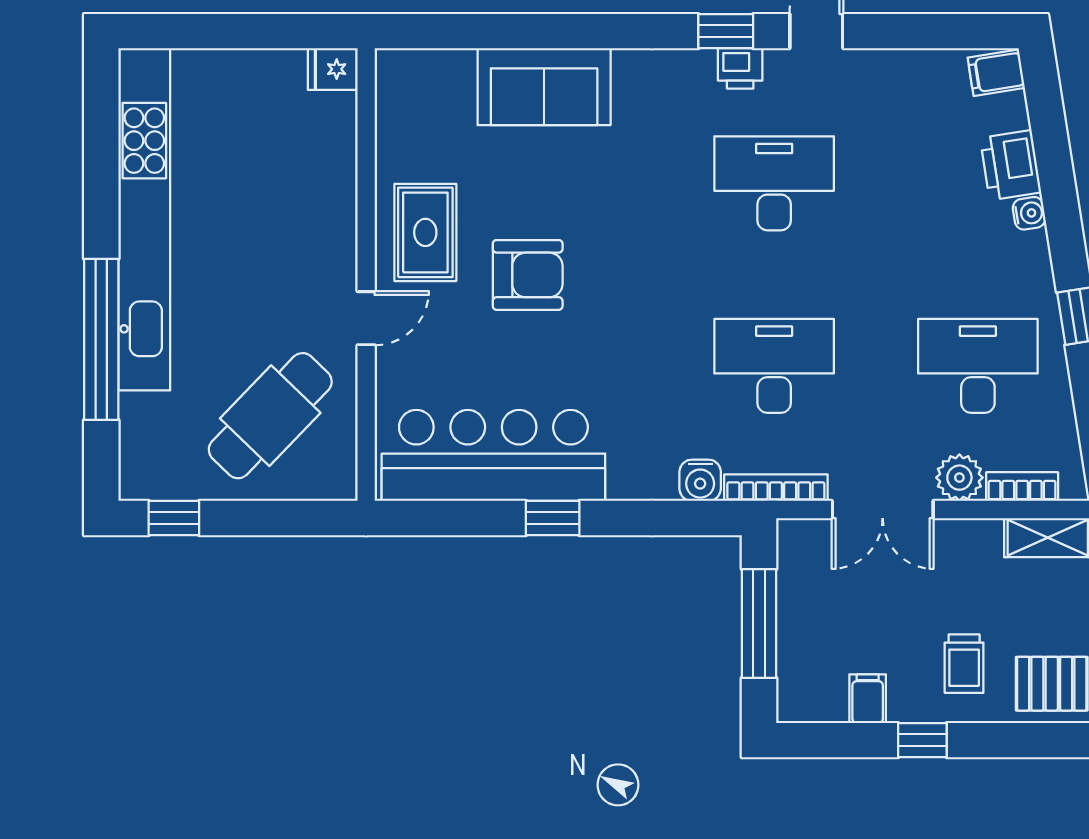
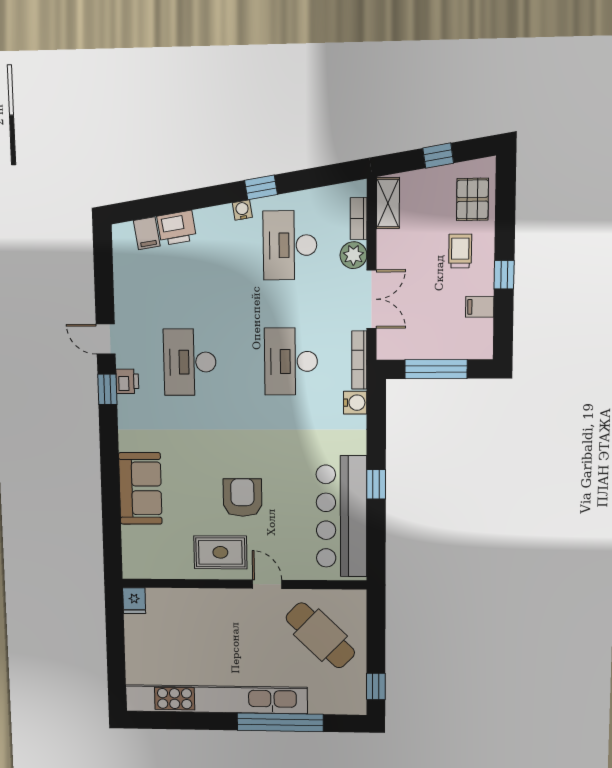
filing cabinet: (996, 73) -> (147, 233), moved
water cooler: (1029, 213) -> (242, 210), moved
trolley: (964, 664) -> (460, 251), turned -90

